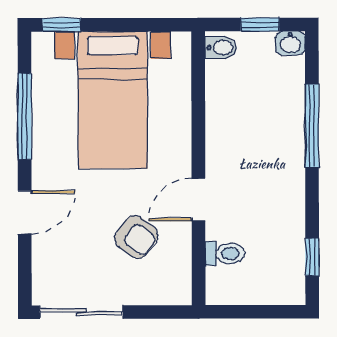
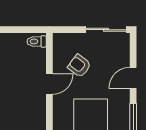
toilet: (225, 253) -> (37, 41), moved

